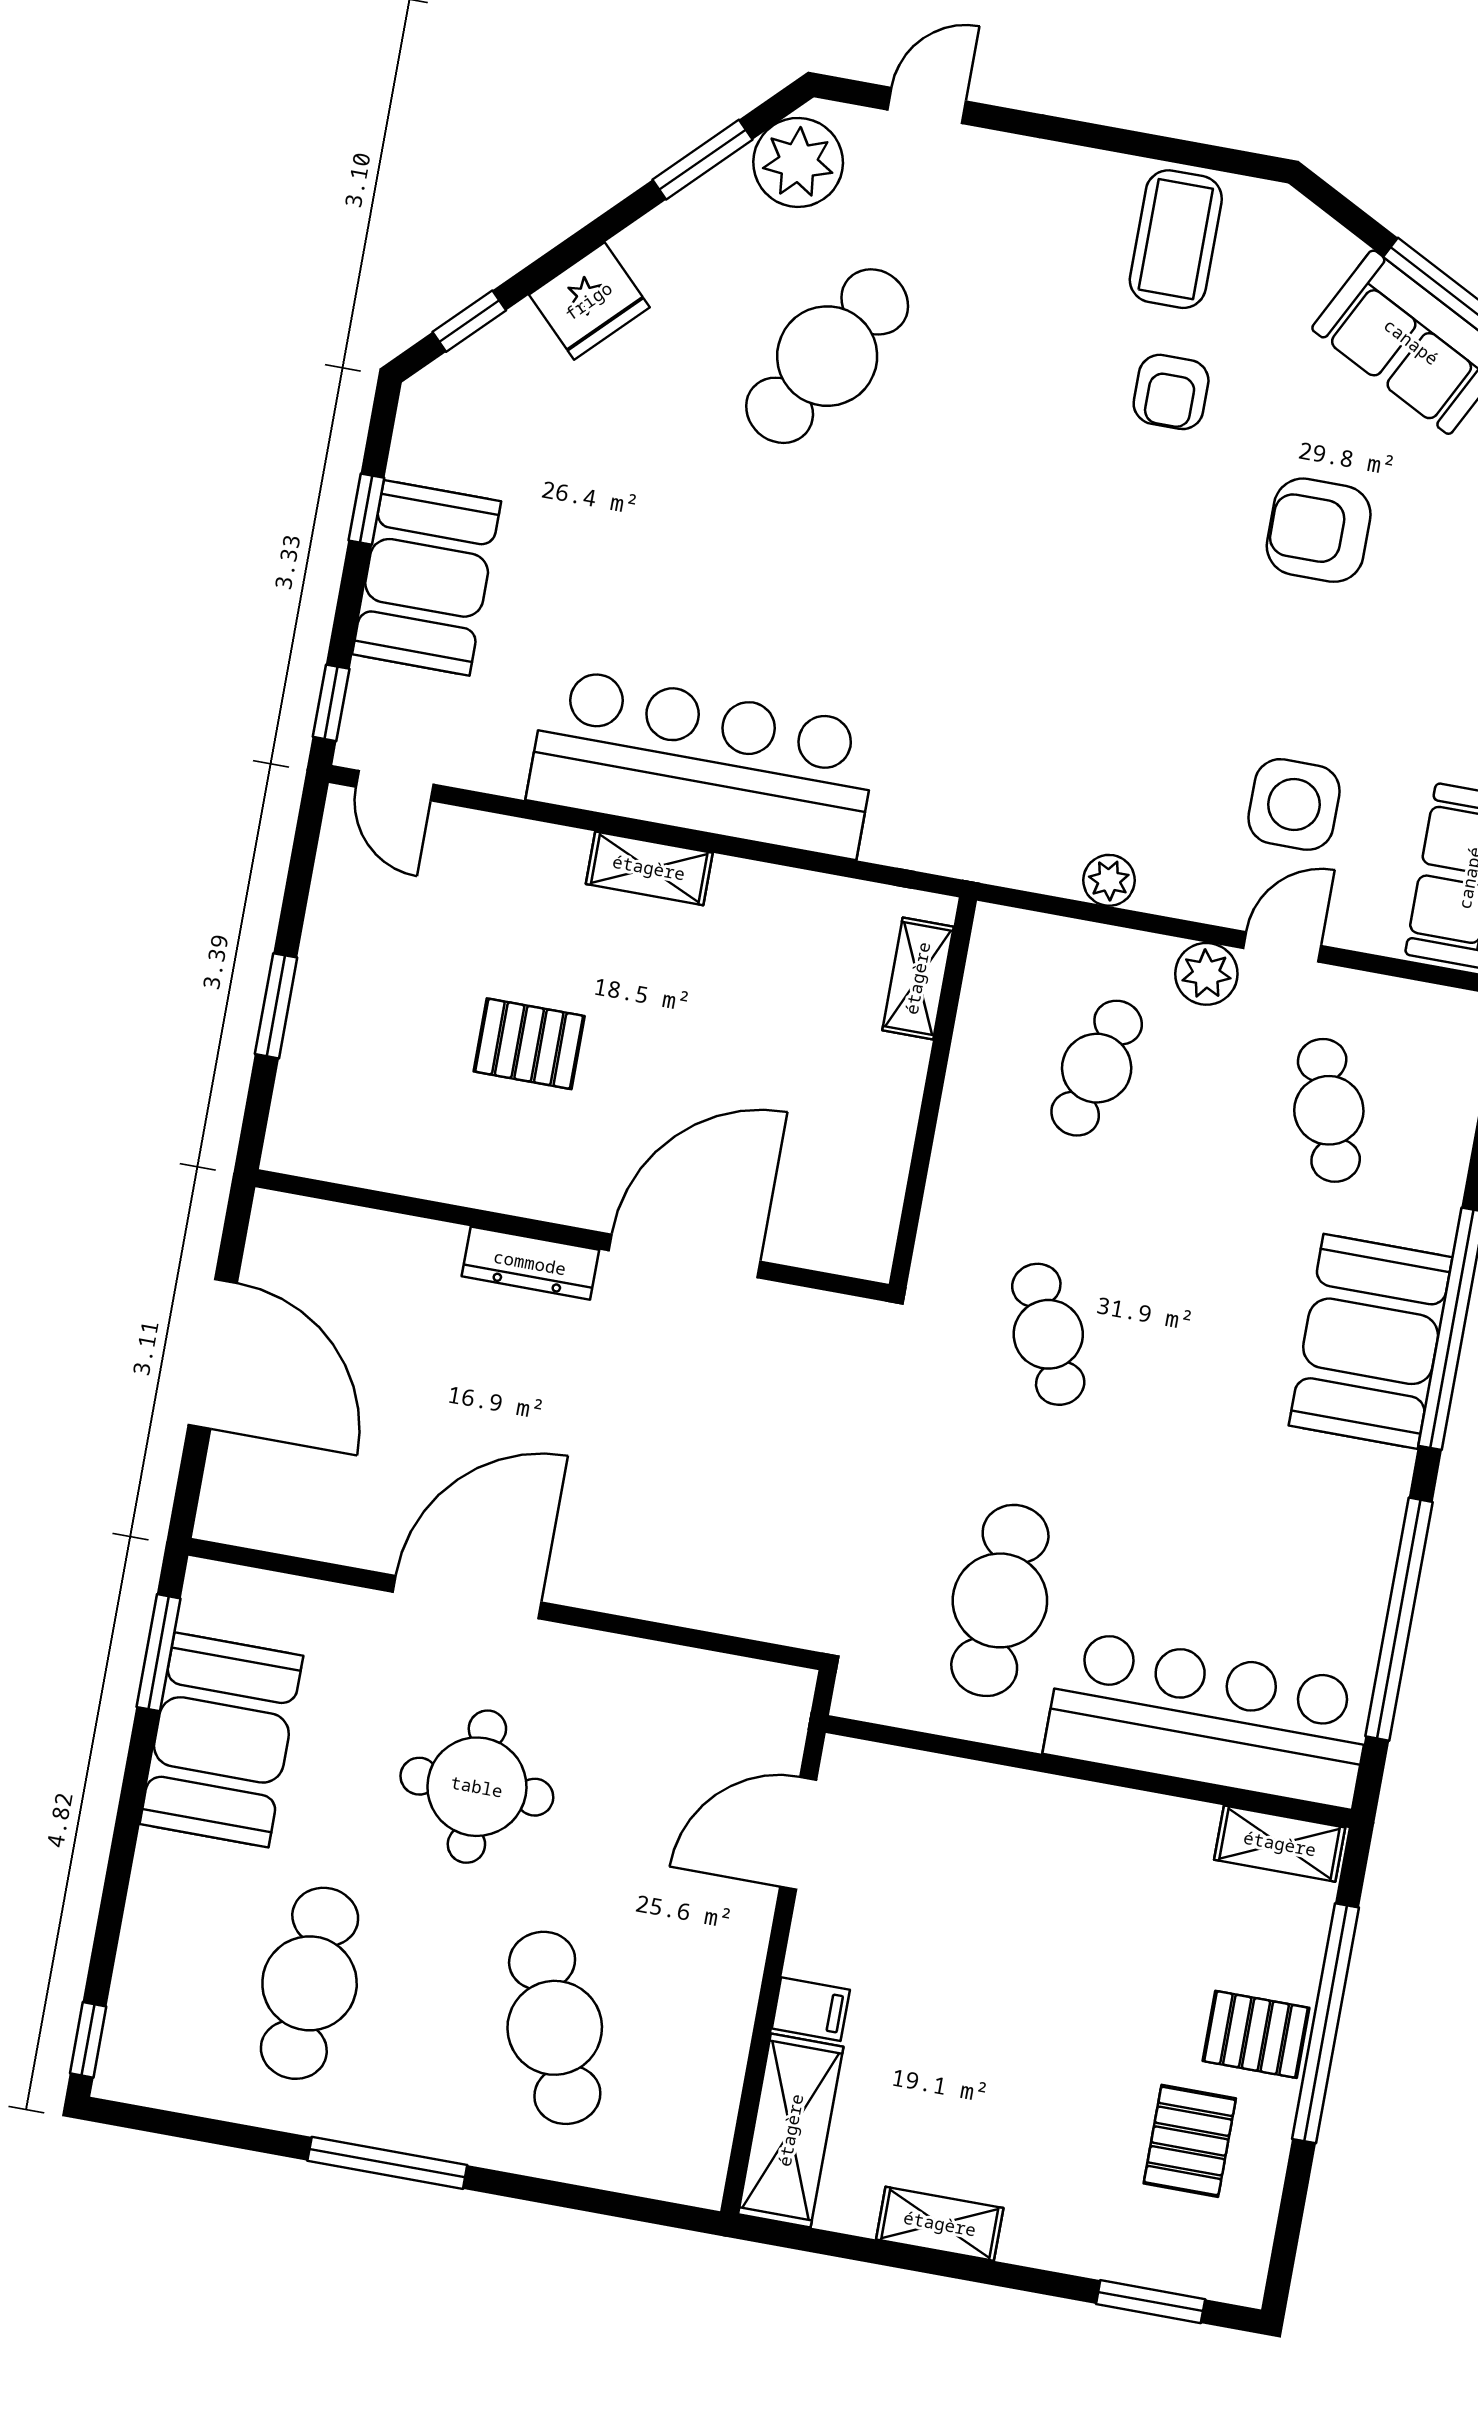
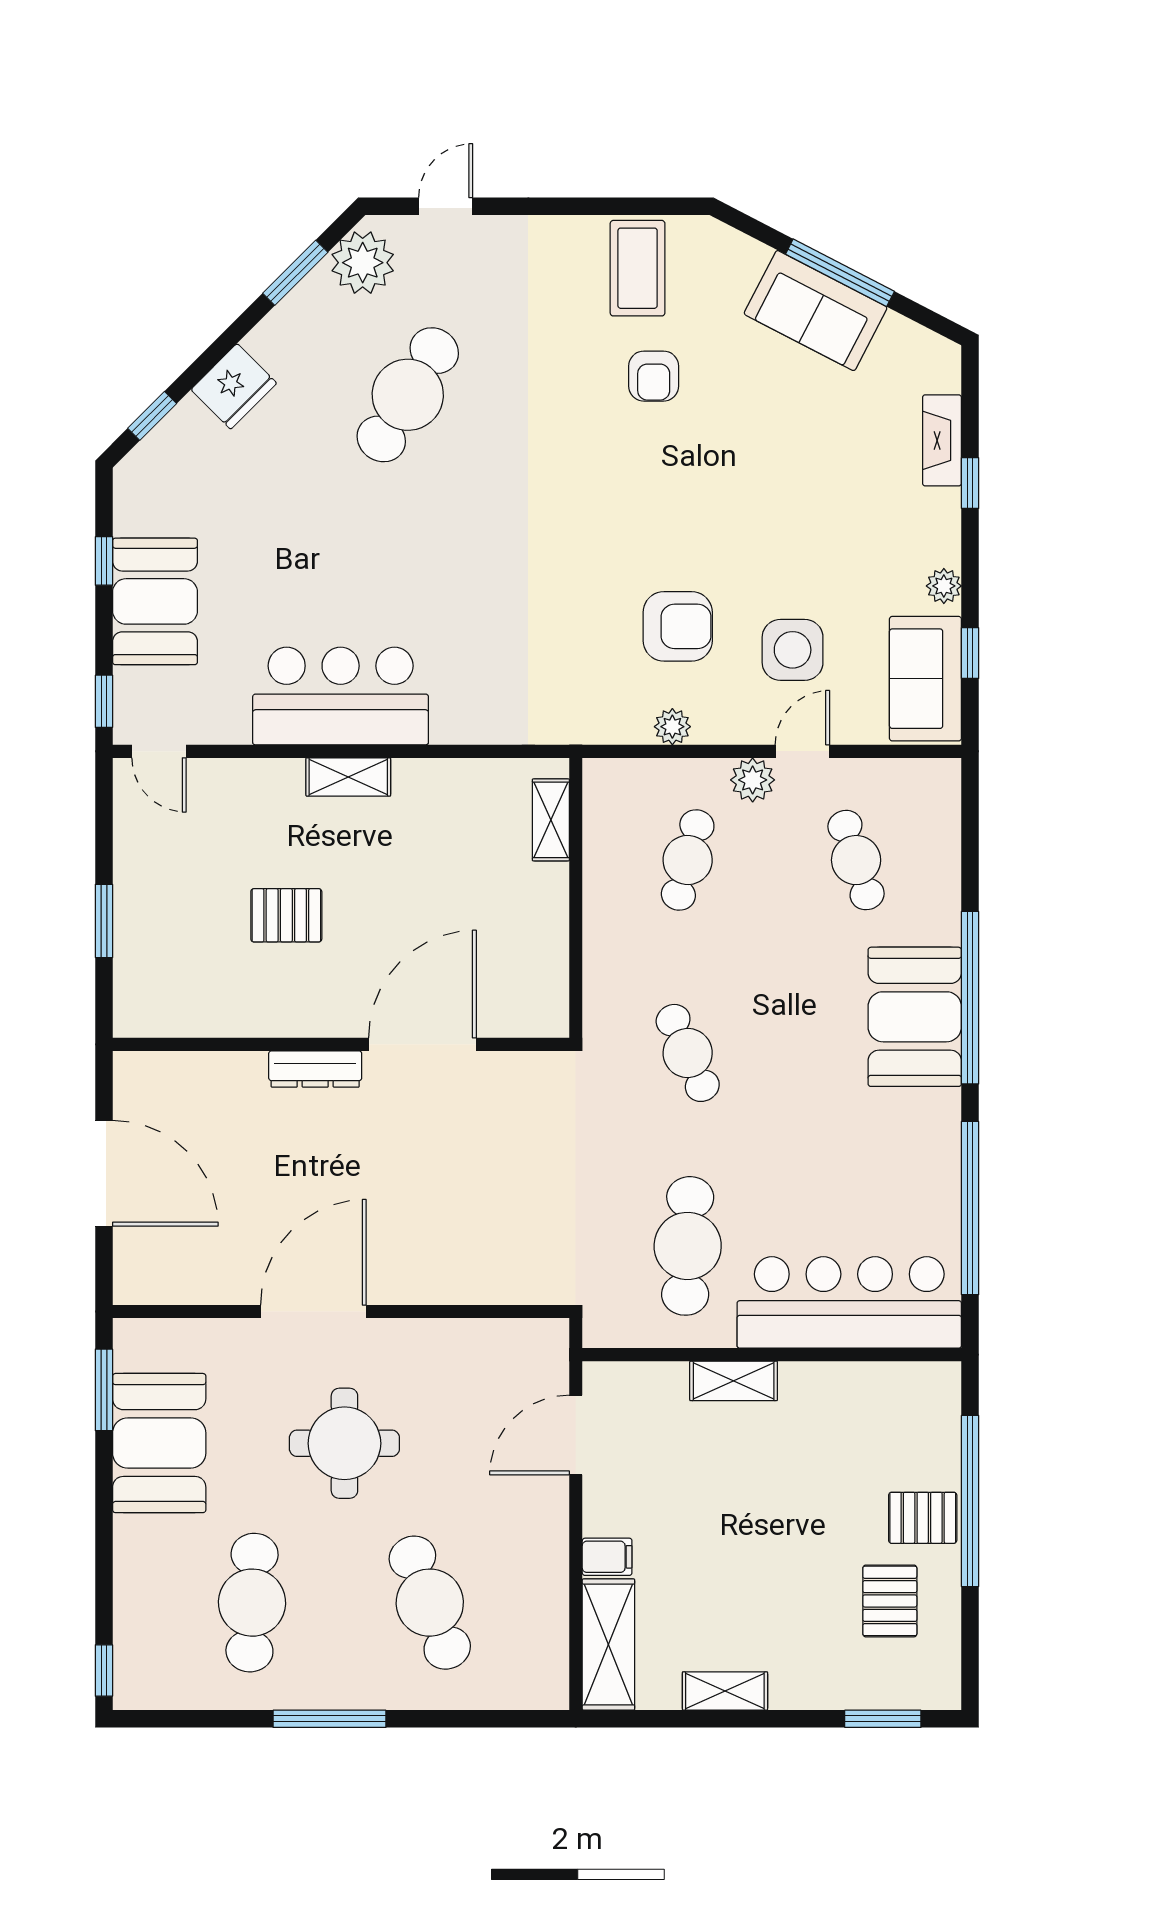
armchair: (1319, 530) -> (678, 626), moved, turned 180
bar counter: (703, 763) -> (341, 696), width x0.73
shelving: (1280, 1844) -> (734, 1381), moved

